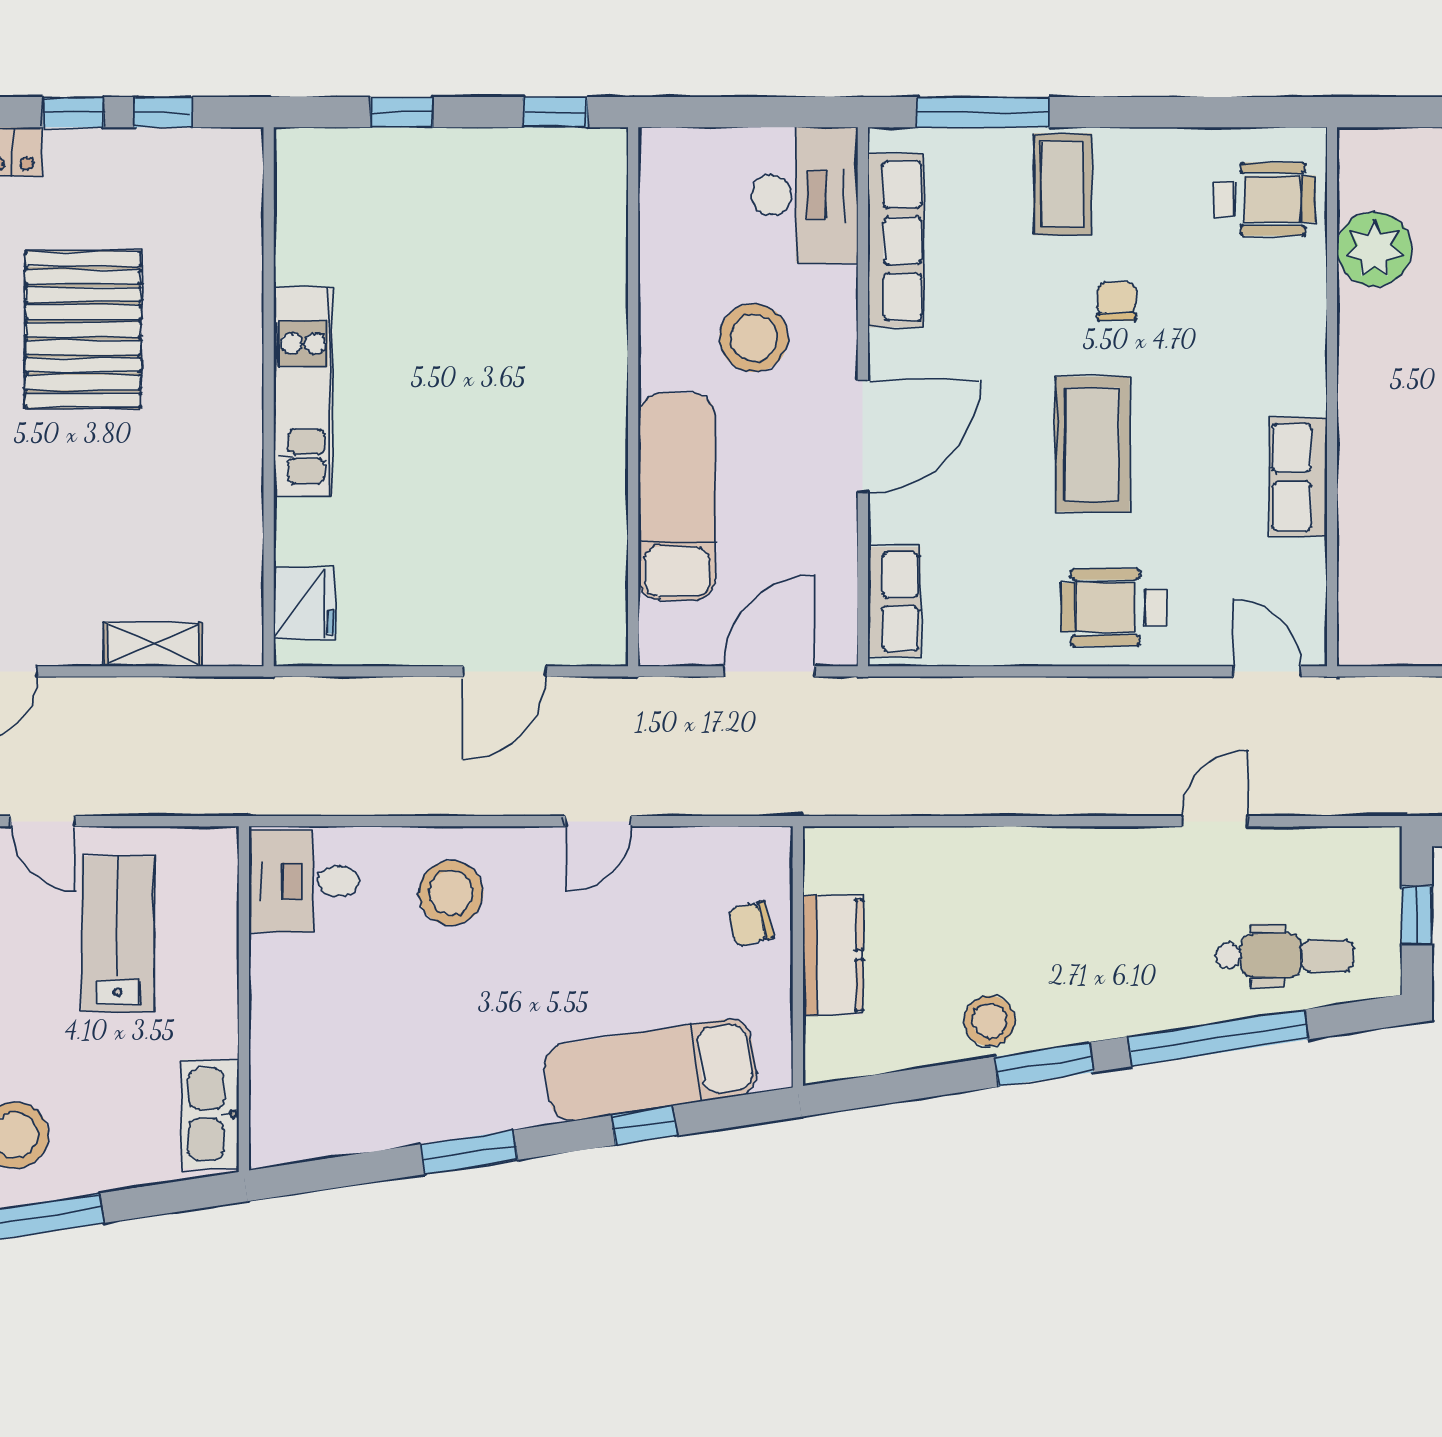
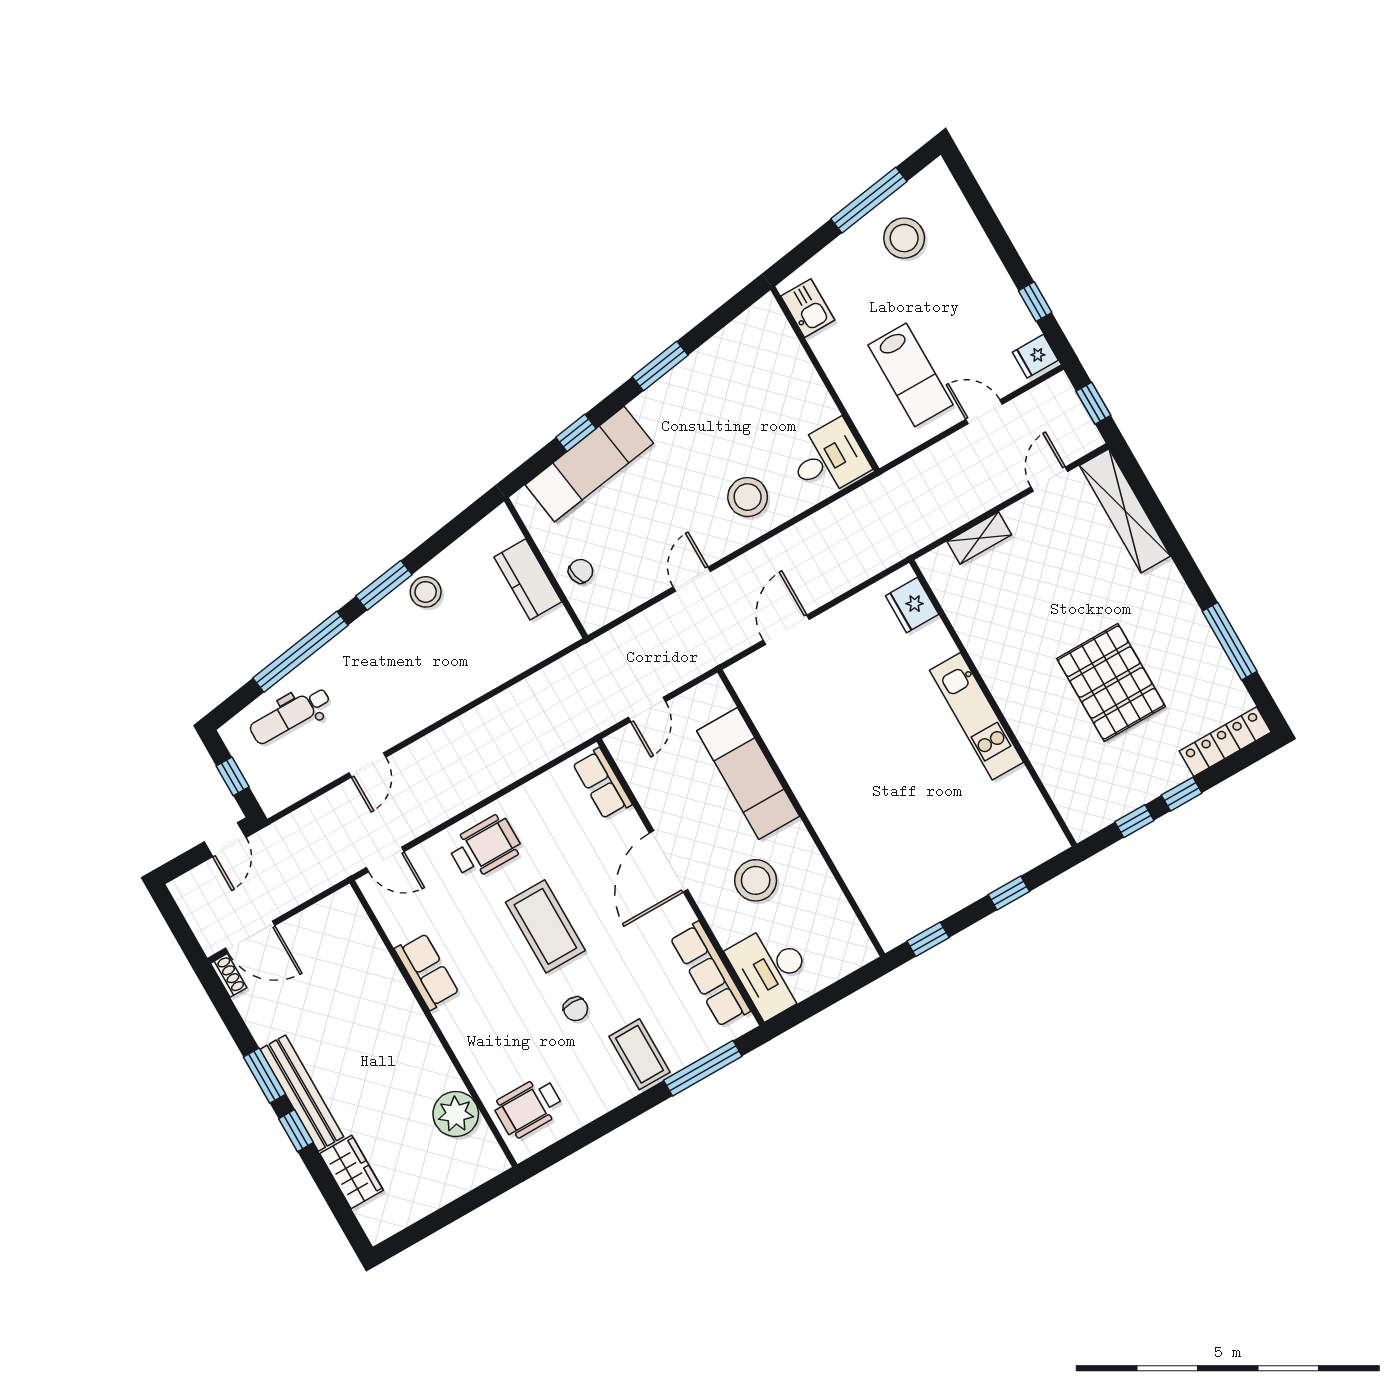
door: (769, 671) -> (647, 710), width x0.73
kitchen sink: (210, 1114) -> (808, 308), width x0.73

